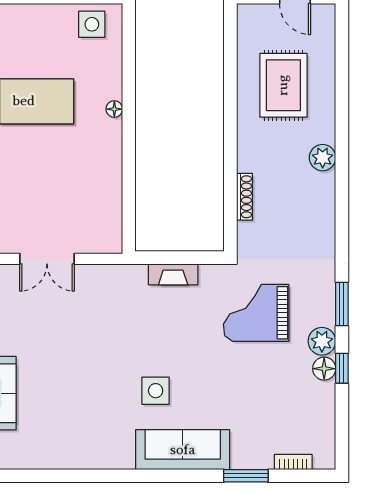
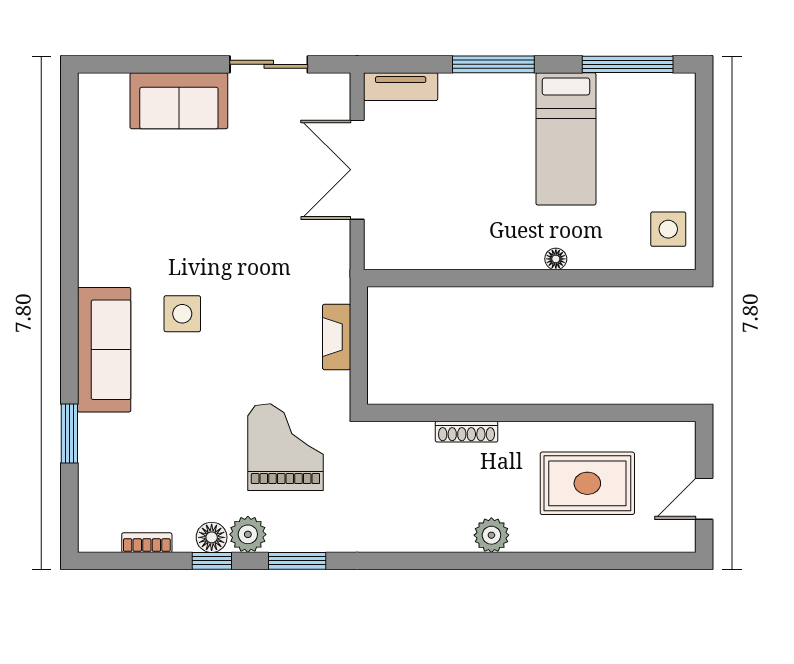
shoe rack: (245, 197) -> (467, 432), moved
double door: (47, 259) -> (357, 170), width x1.37
bookcase: (293, 462) -> (147, 543), moved, turned -90

